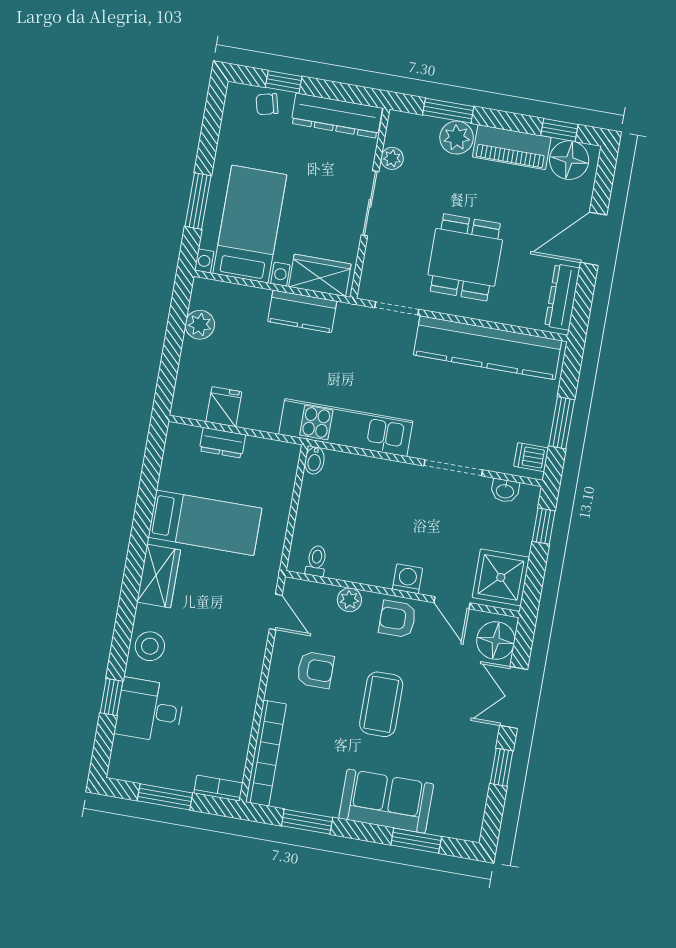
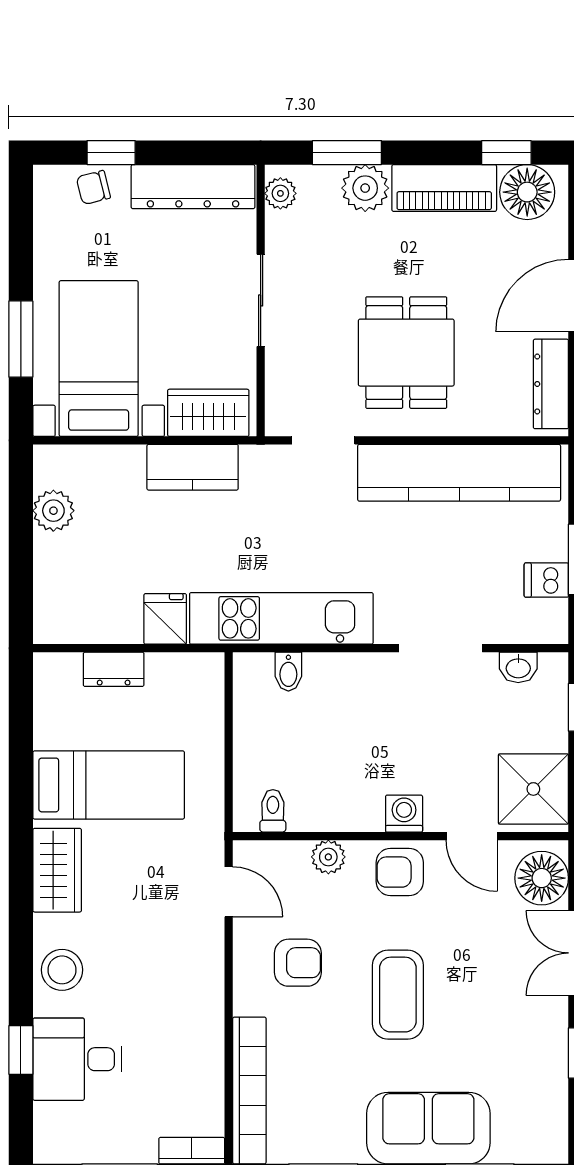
plant: (392, 158) -> (280, 193), moved
fridge: (224, 407) -> (165, 619), moved
dishwasher: (531, 457) -> (546, 580), moved
bidet: (315, 460) -> (288, 672), moved

